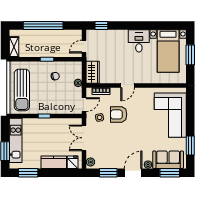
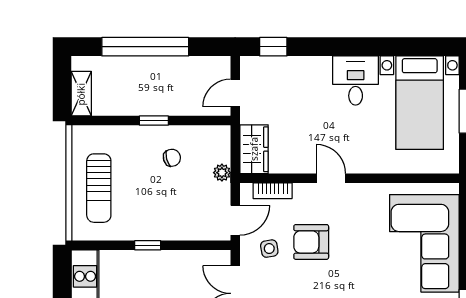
door: (128, 85) -> (331, 178), swing flipped
sun lounger: (22, 90) -> (99, 188), width x0.73, depth x0.75

